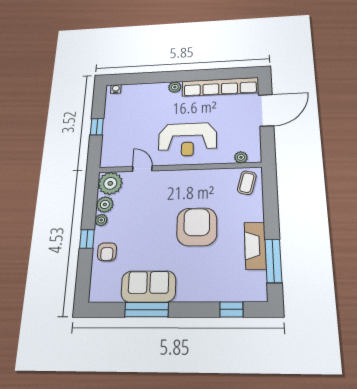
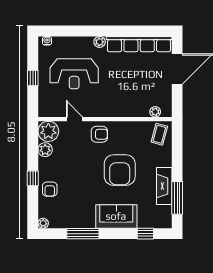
reception desk: (187, 140) -> (74, 74), moved
armchair: (172, 185) -> (99, 134), added
plant: (101, 220) -> (43, 223), moved
armchair: (197, 227) -> (120, 170), turned 180
sofa: (148, 286) -> (116, 216), moved

